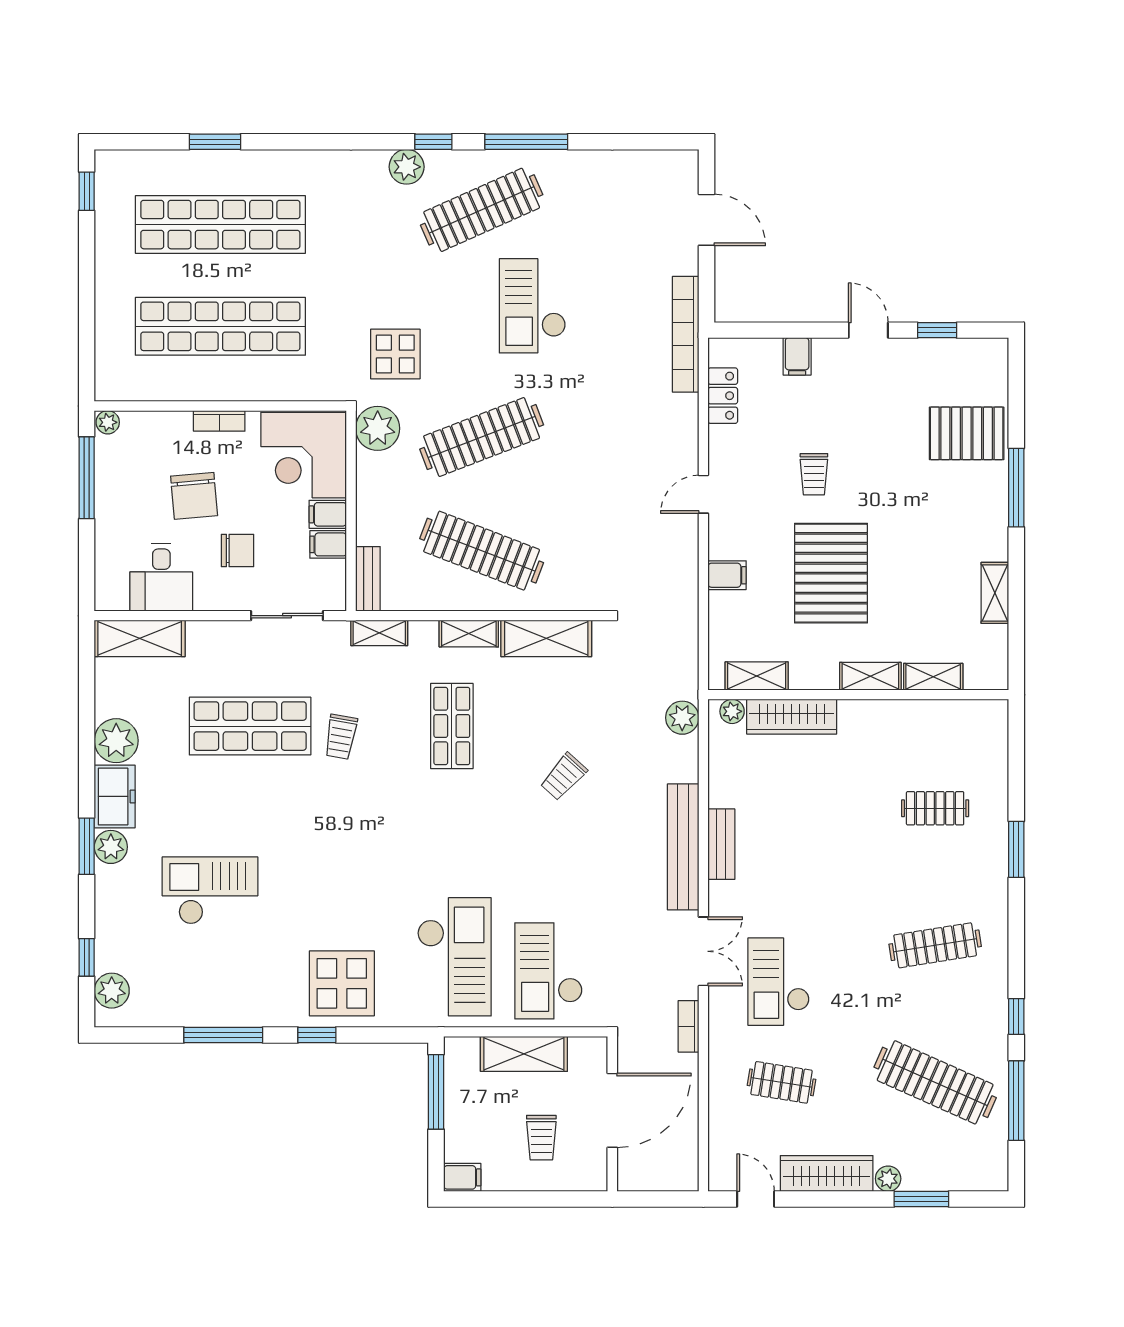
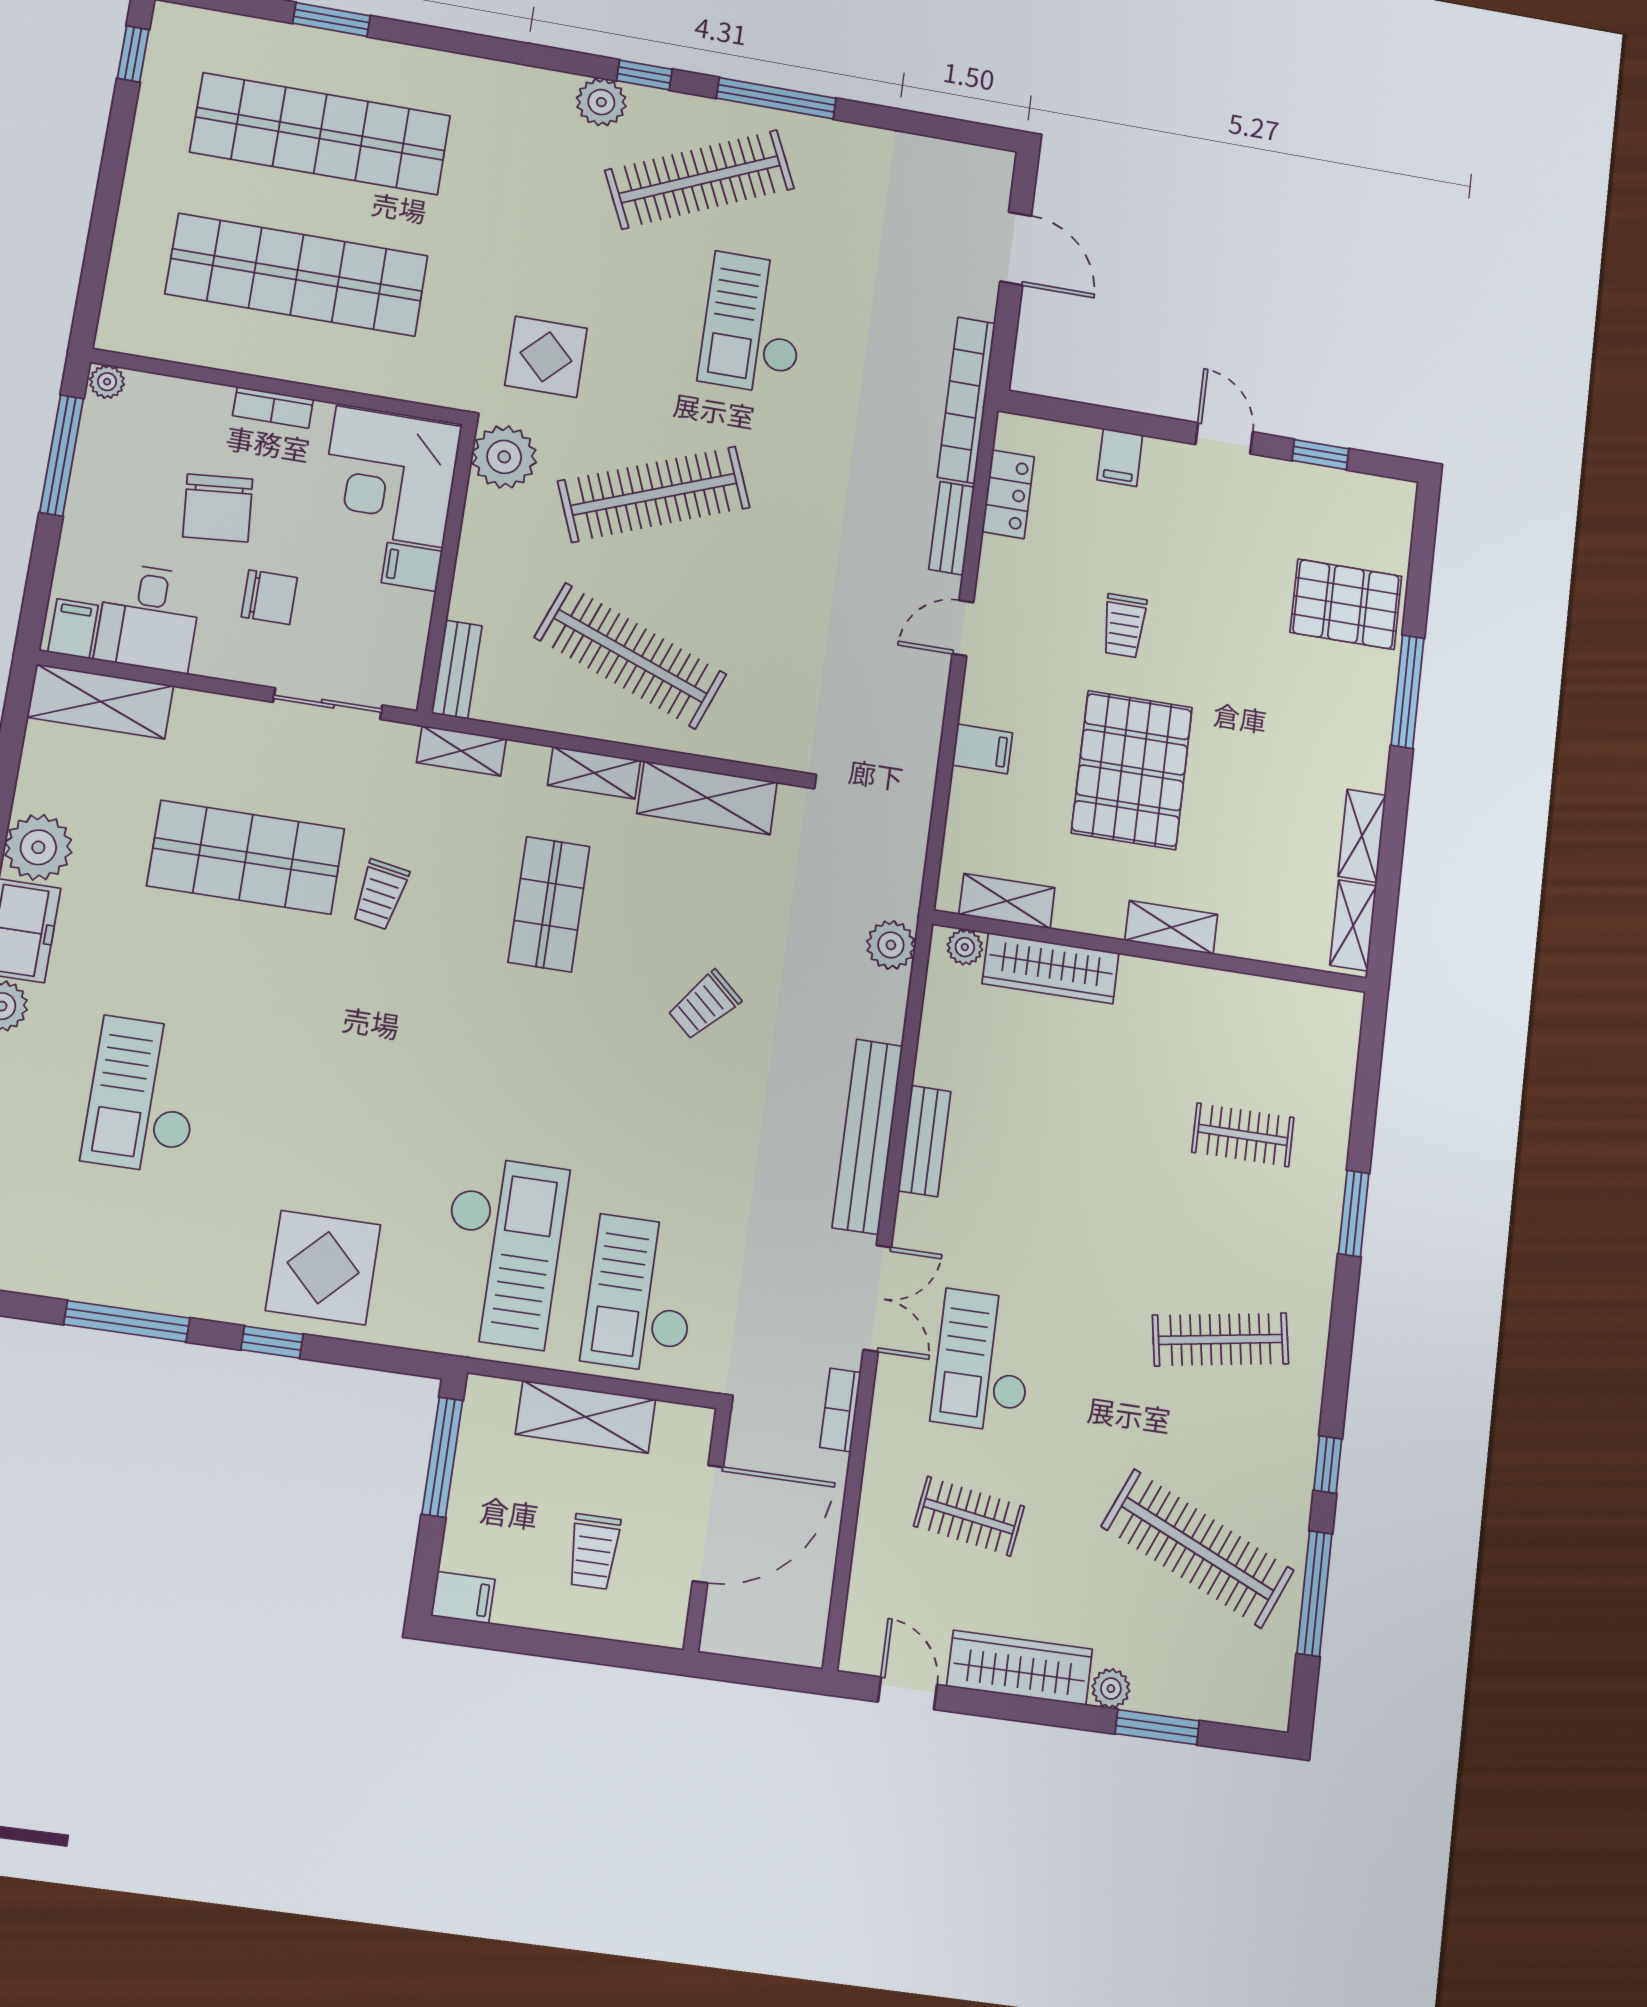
bench: (687, 426) -> (952, 528), added
filing cabinet: (328, 544) -> (73, 629), moved, turned 90
shelving: (933, 677) -> (1353, 926), moved, turned 90
checkout: (210, 890) -> (144, 1095), turned -90

